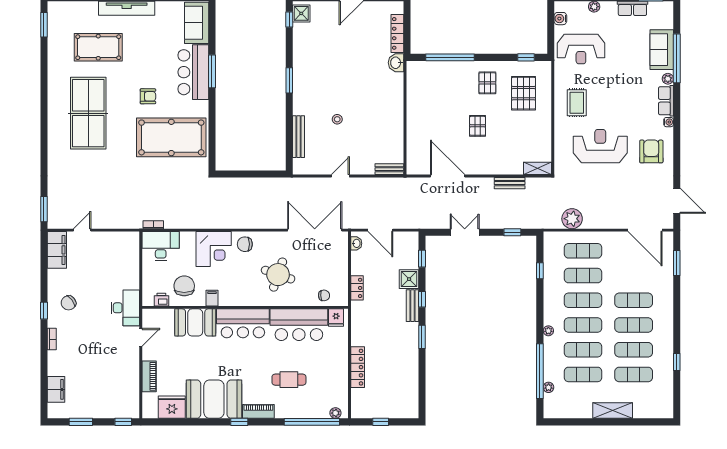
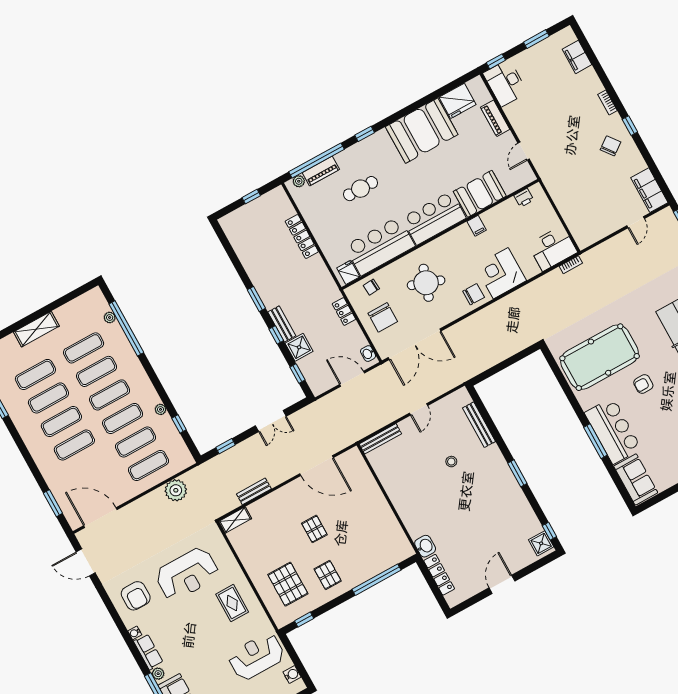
bench: (389, 169) -> (380, 439), width x1.36
chair: (184, 286) -> (383, 317), moved
desk: (125, 308) -> (505, 83), moved
plant: (548, 331) -> (161, 409), moved
piano: (258, 411) -> (321, 171), moved
window: (239, 422) -> (365, 134), moved

